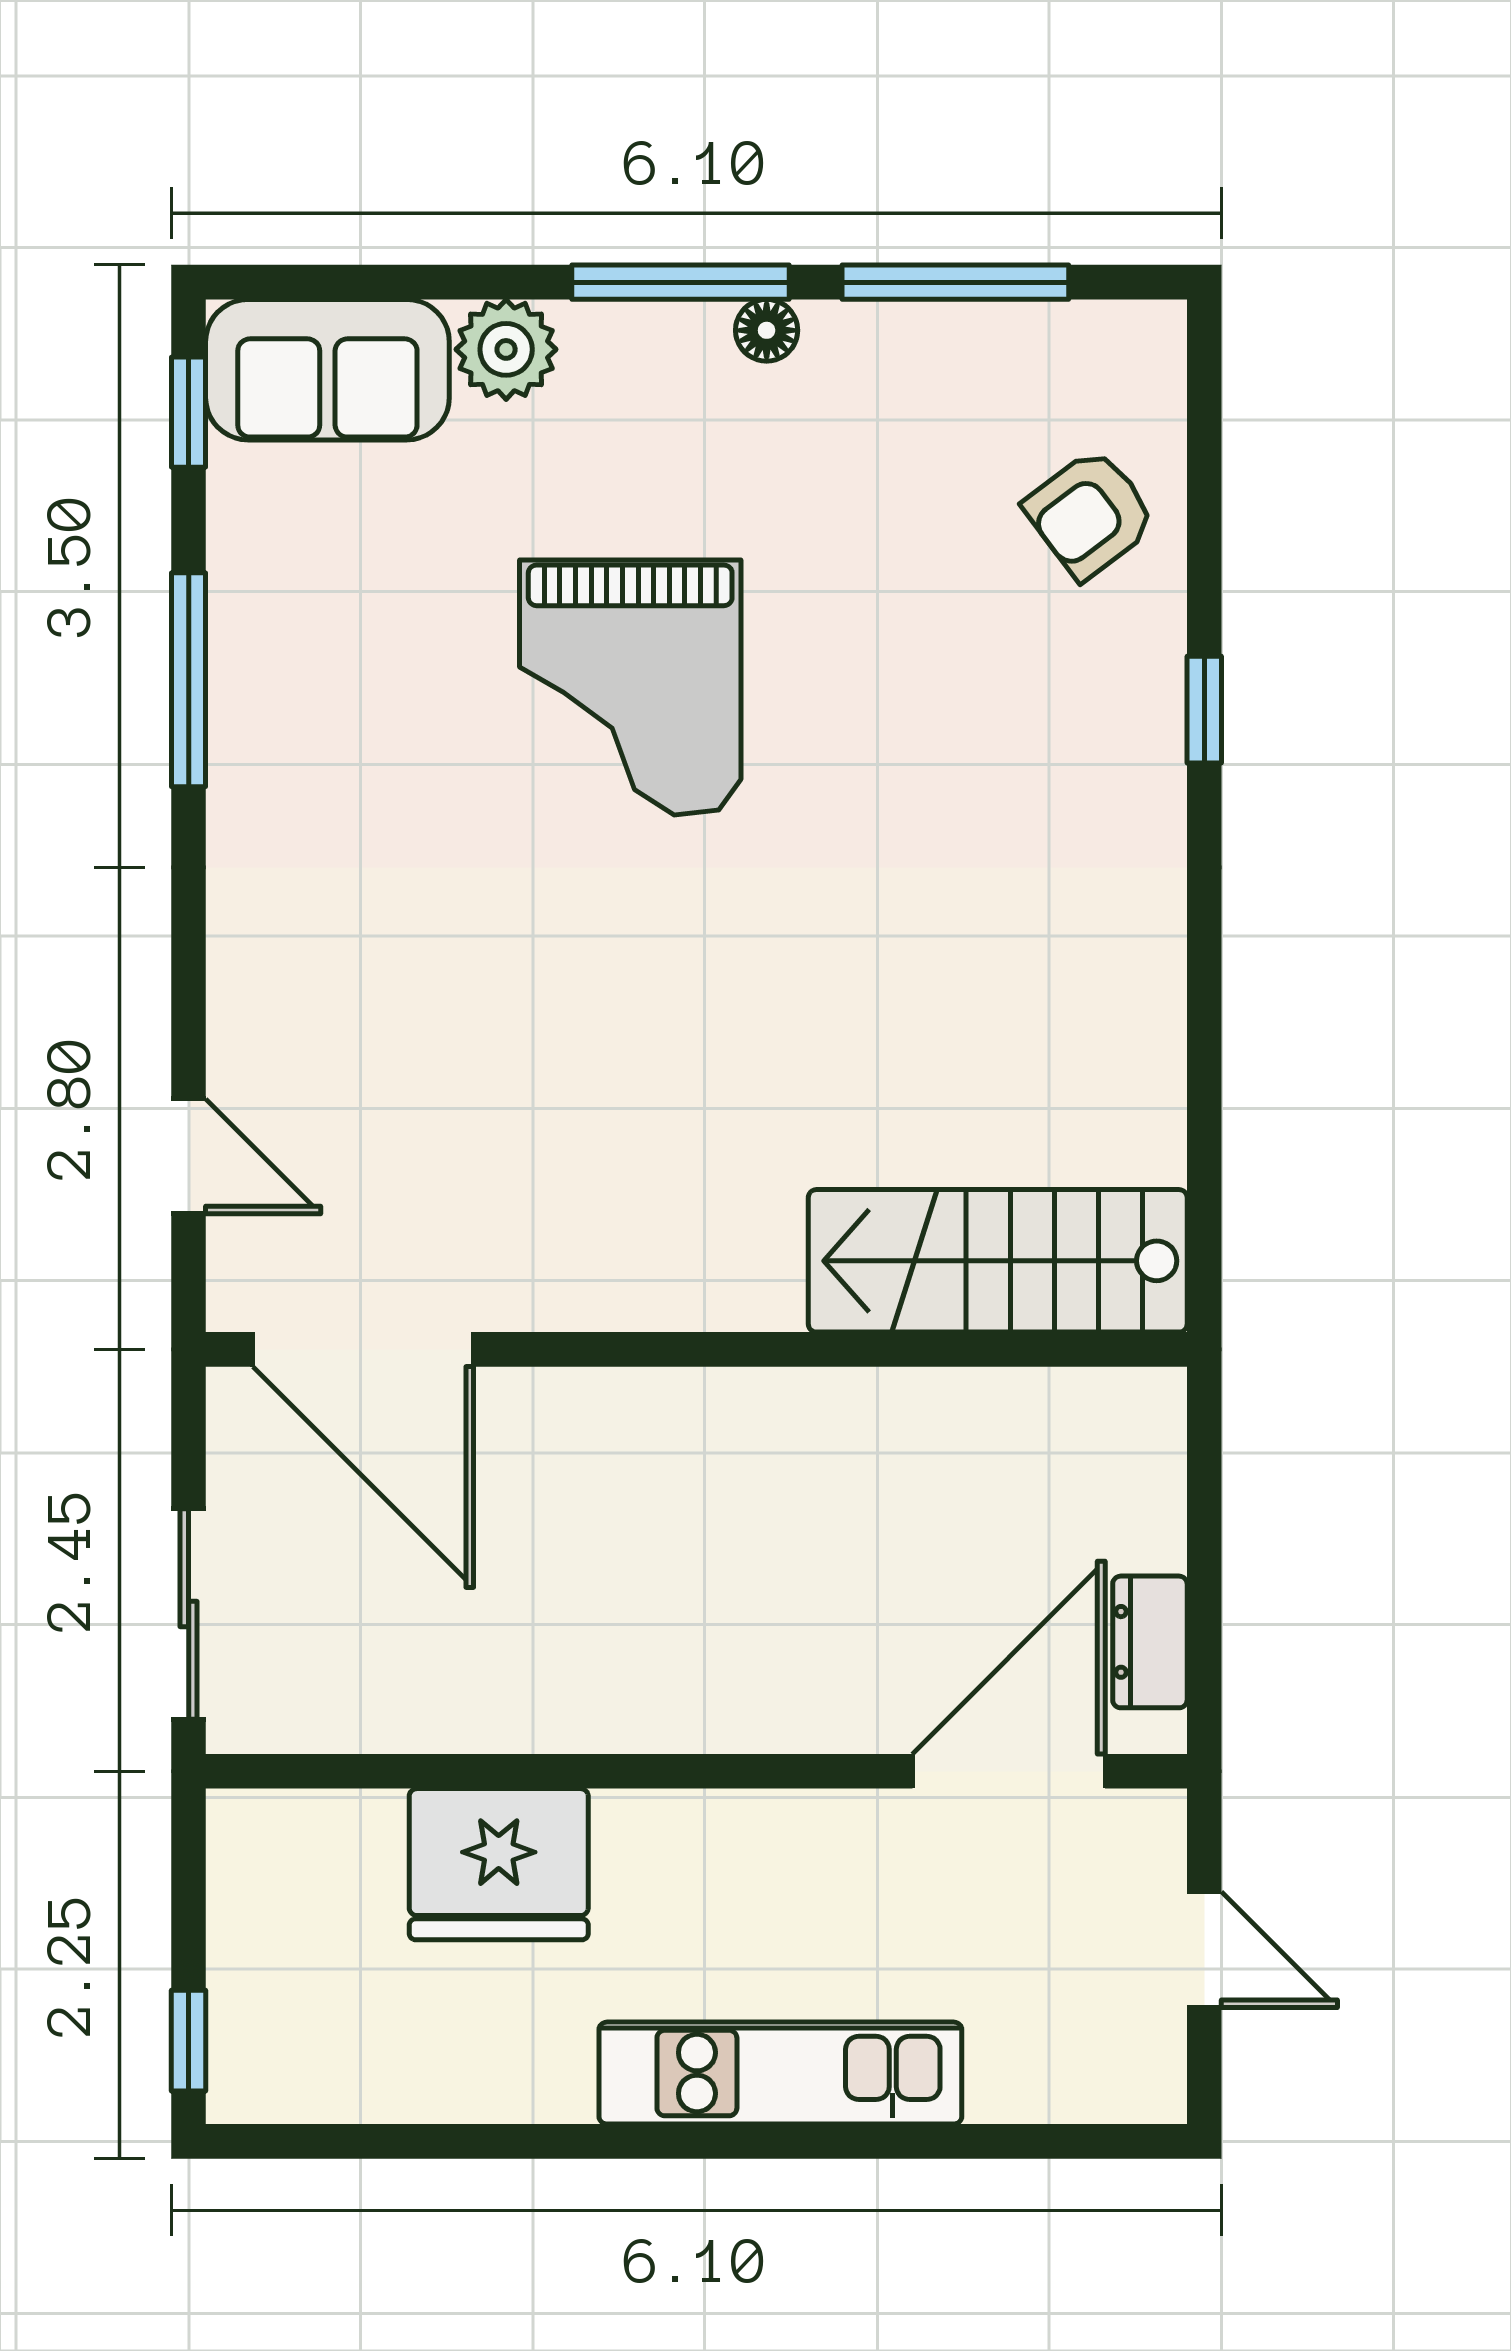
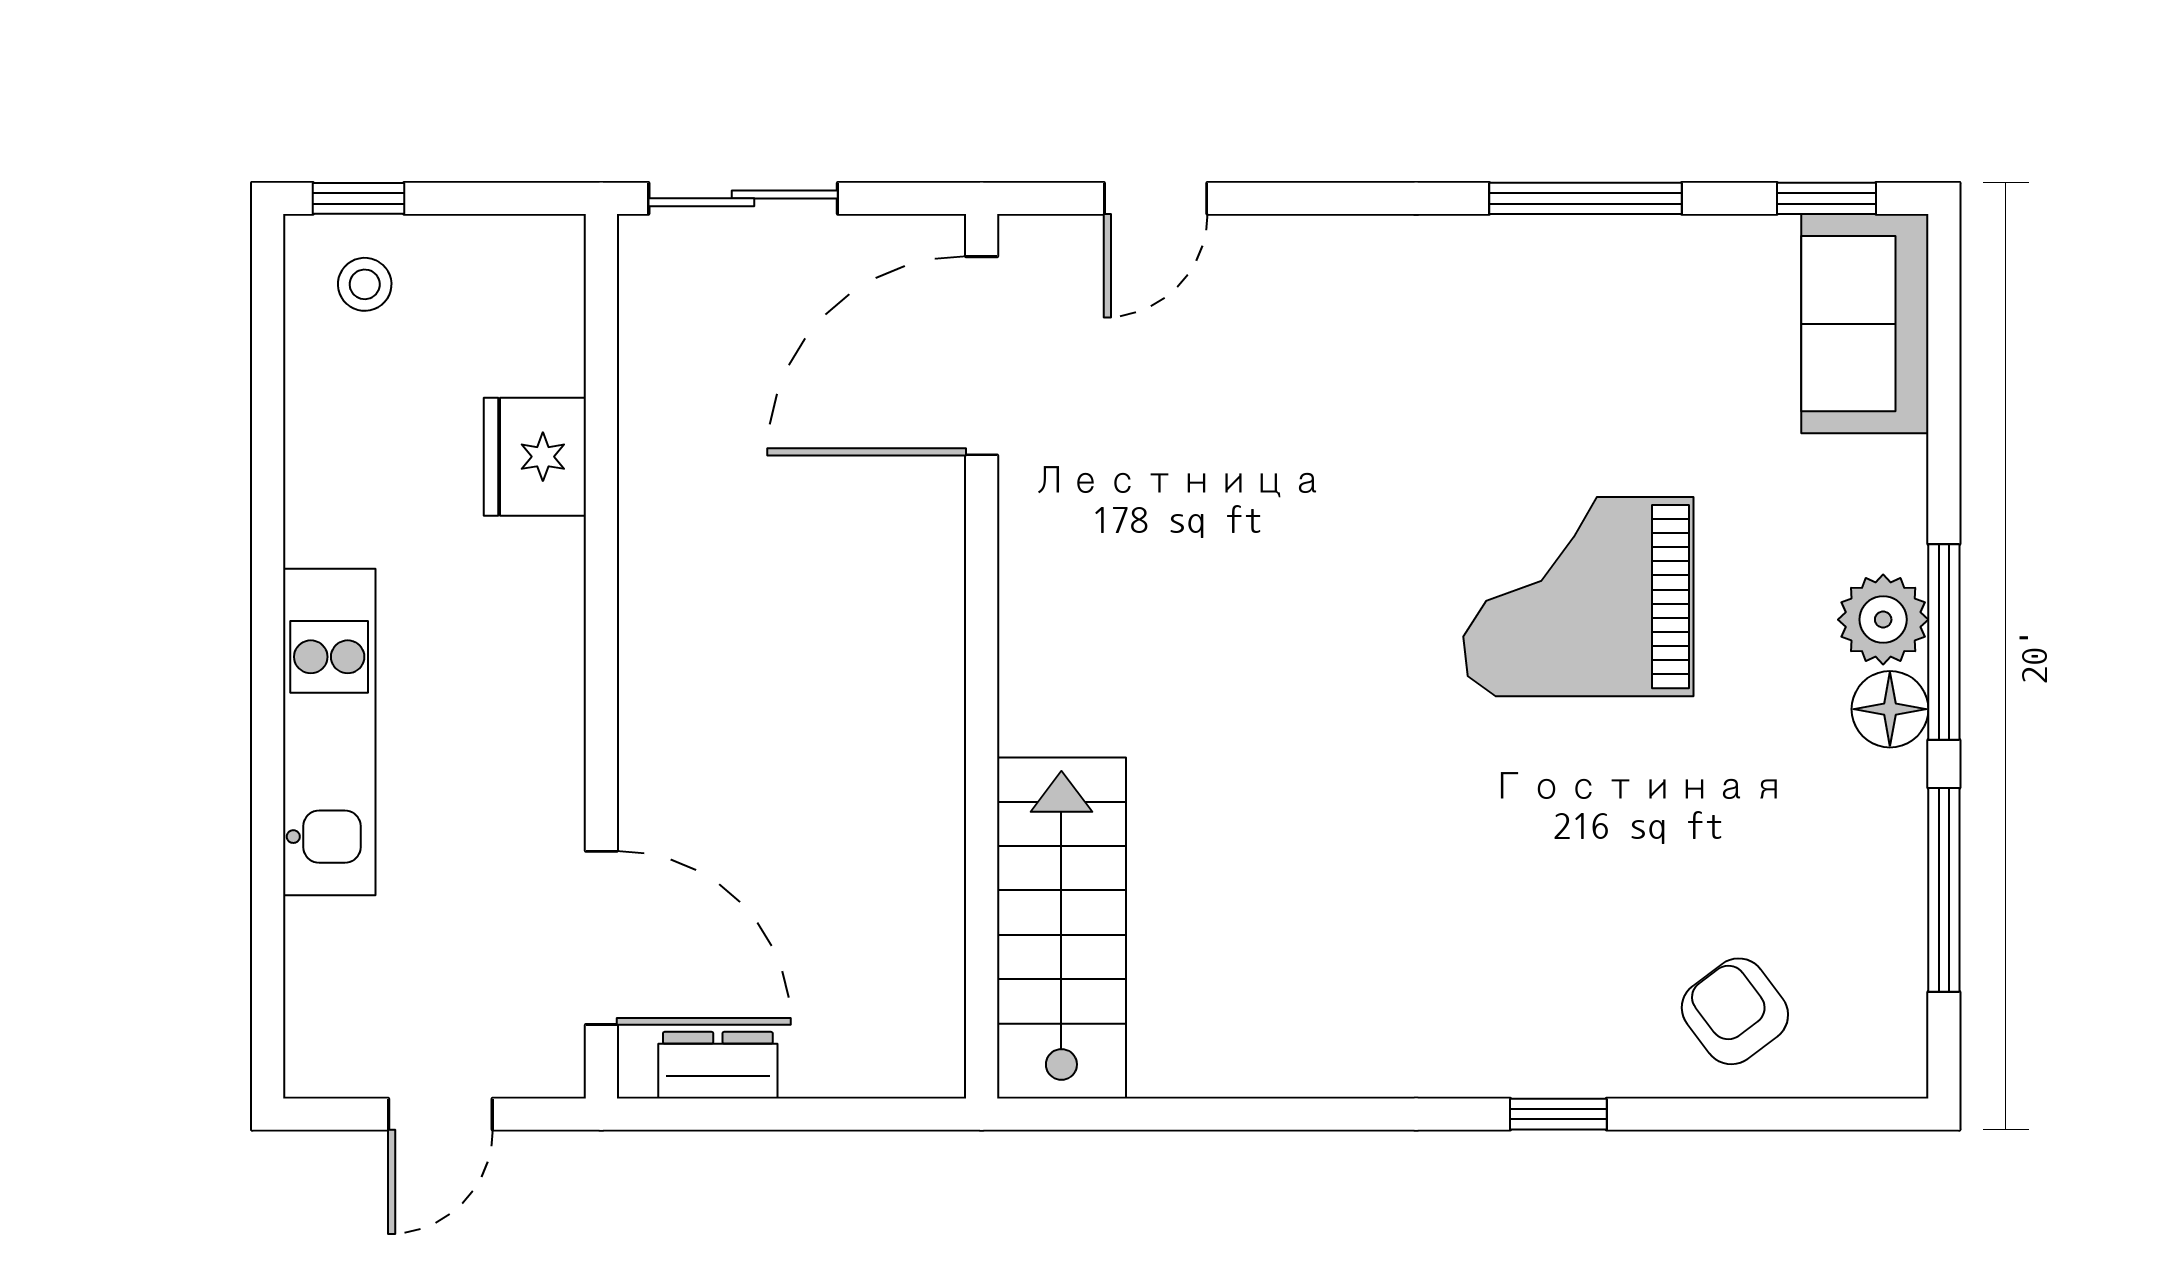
floor lamp: (767, 330) -> (1890, 709), width x1.37, depth x1.37
plant: (506, 349) -> (1883, 620), moved
fridge: (499, 1864) -> (535, 457), width x0.73, depth x0.75
stool: (284, 2034) -> (365, 284), added

